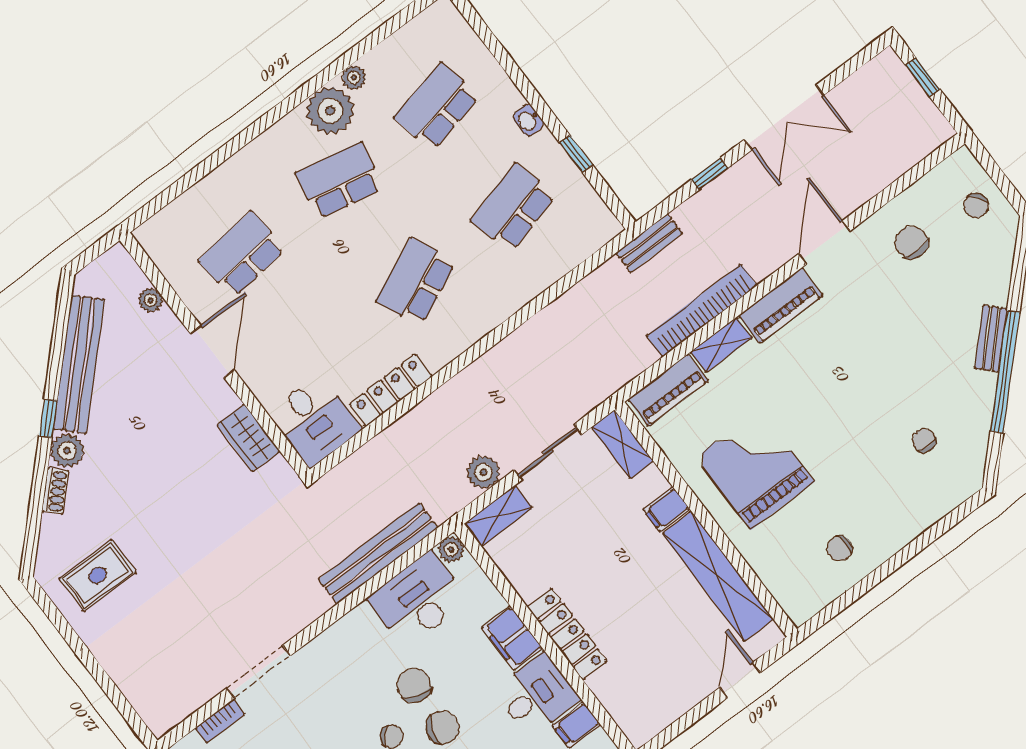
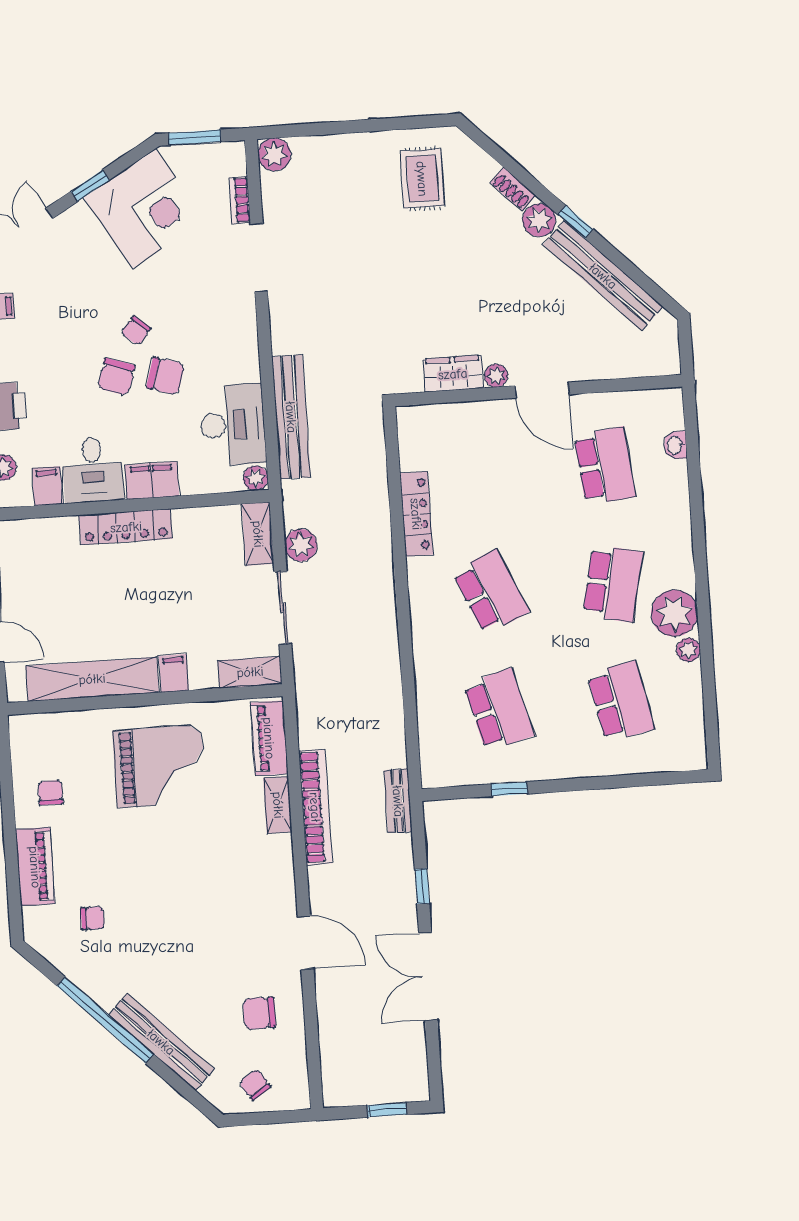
washbasin: (528, 120) -> (675, 445), moved, turned -90
chair: (912, 242) -> (259, 1013), turned 180
plant: (151, 300) -> (496, 376), moved
piano: (781, 306) -> (35, 867), moved, turned 180
bench: (991, 339) -> (161, 1042), width x1.86, depth x1.21
desk: (315, 420) -> (432, 436), removed
plant: (161, 717) -> (274, 154), added

